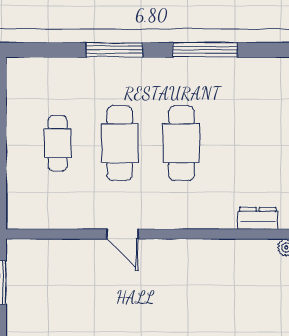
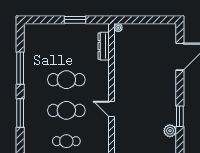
dresser: (258, 218) -> (104, 46), width x1.44
door: (122, 234) -> (112, 109), swing flipped

